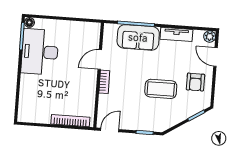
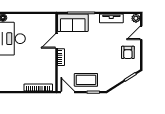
sofa: (138, 37) -> (73, 23), moved
door: (215, 57) -> (141, 33), hinge flipped
coffee table: (161, 89) -> (86, 80), moved
door: (110, 130) -> (68, 92), hinge flipped

